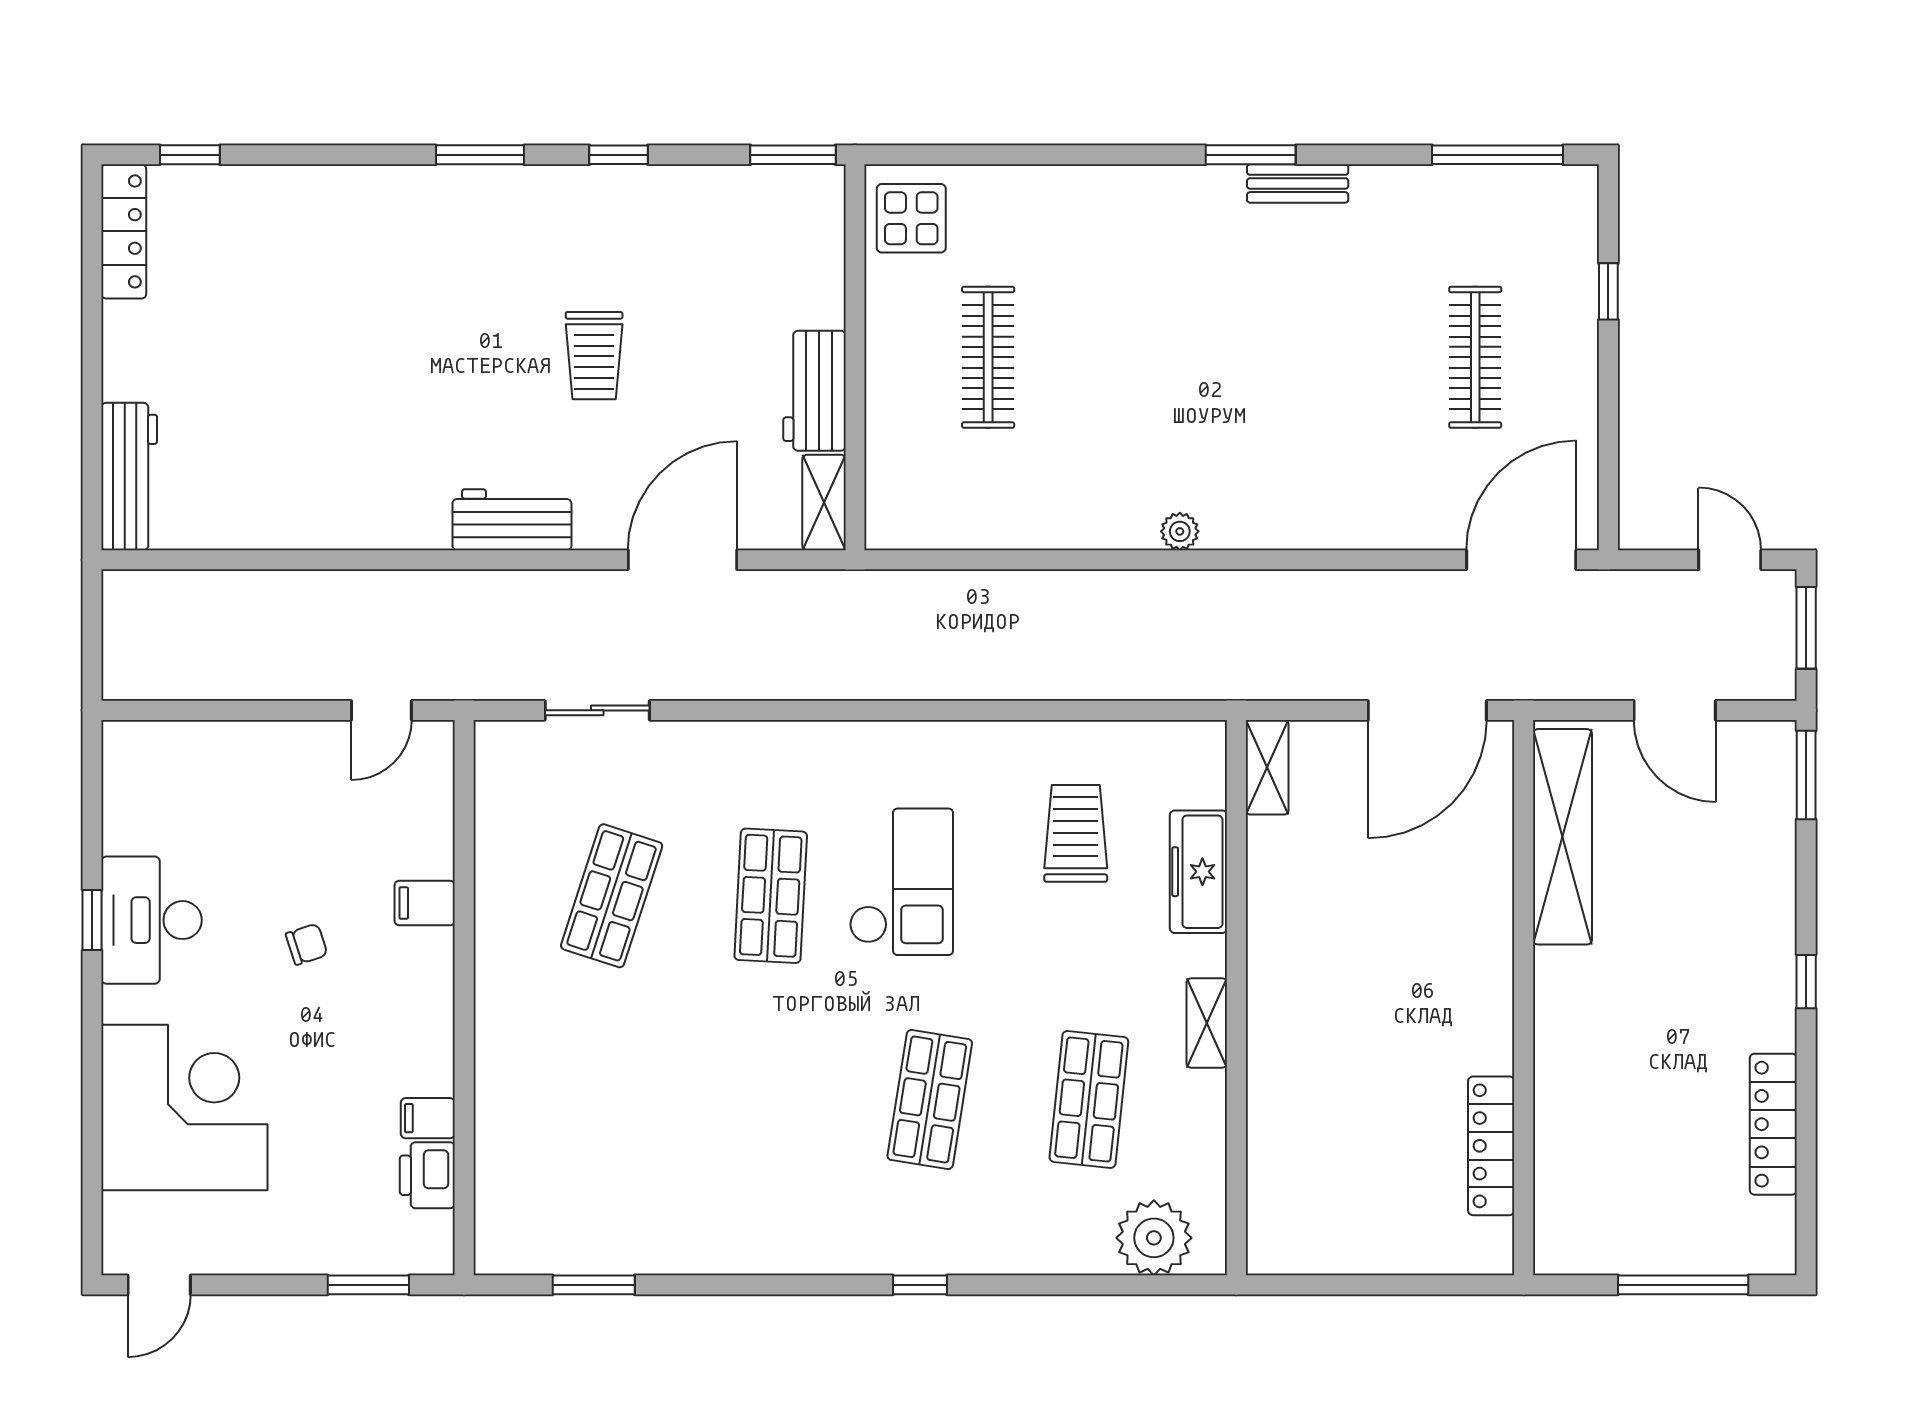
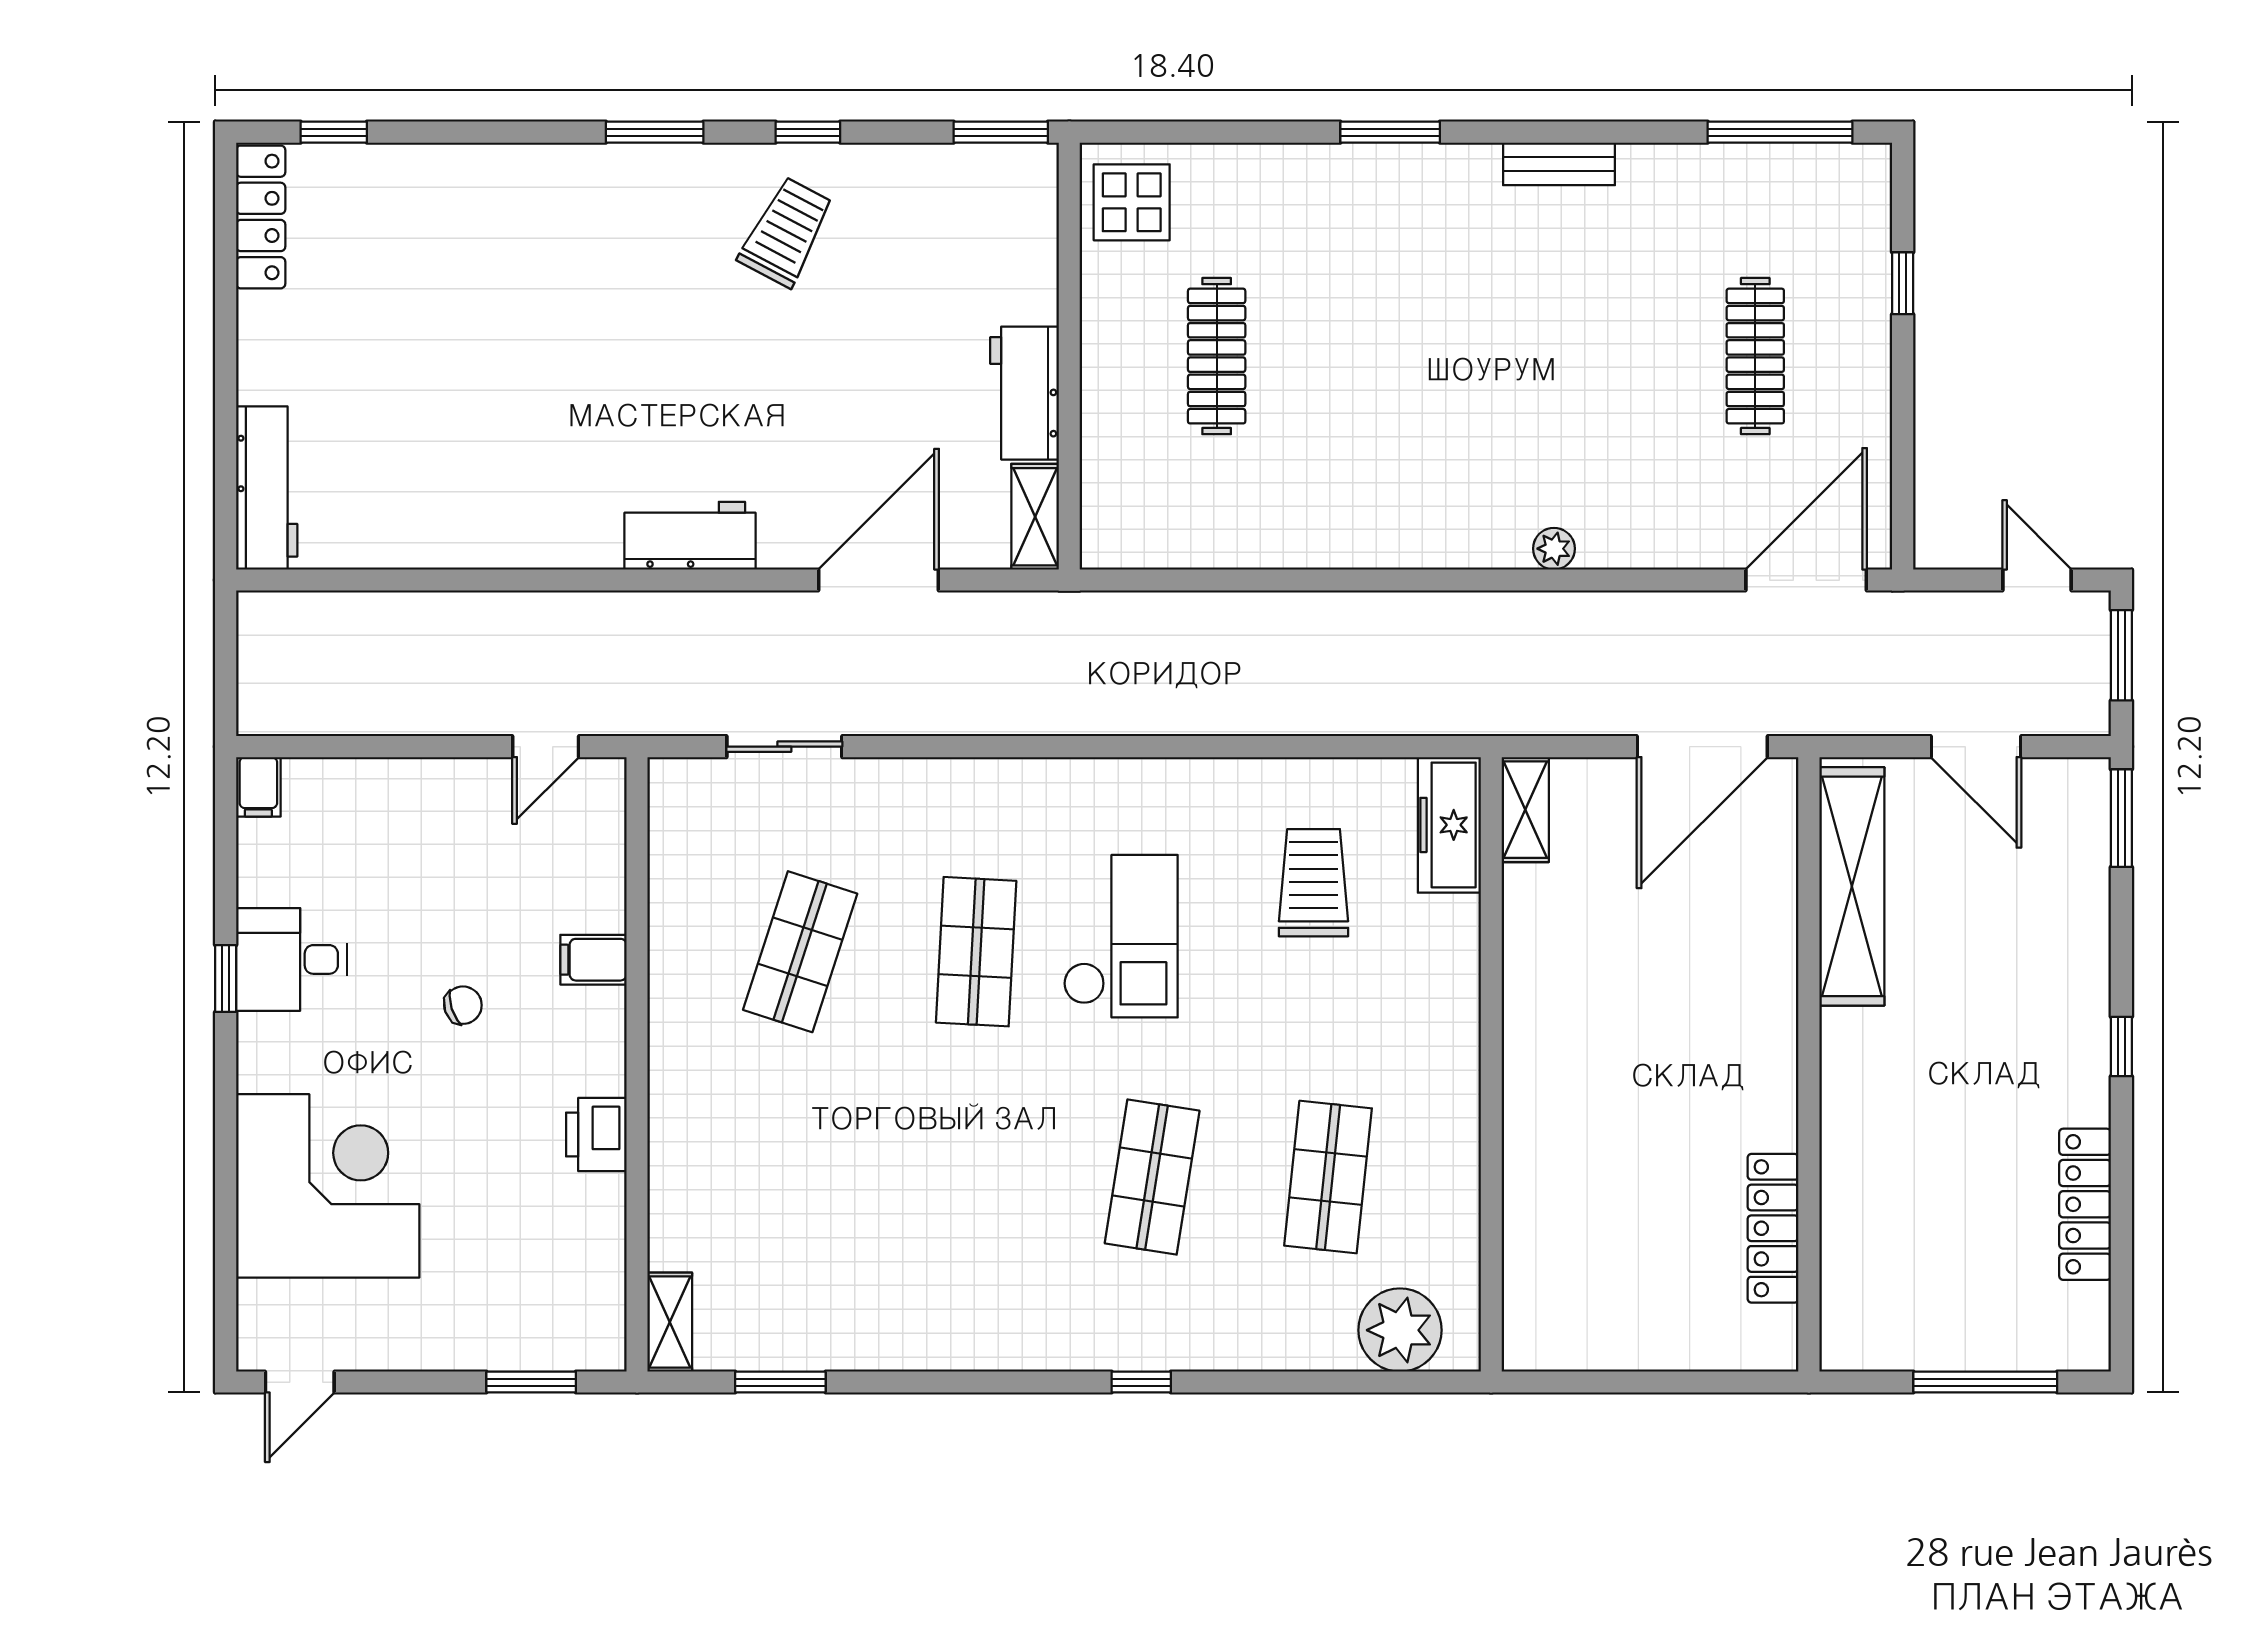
window: (1251, 155) -> (1390, 132), moved
trolley: (594, 356) -> (786, 232), moved, turned -152
plant: (1180, 531) -> (1554, 549), moved
freezer: (1198, 872) -> (1449, 825), moved
desk: (152, 920) -> (291, 959), width x0.73
shelving: (1207, 1023) -> (670, 1322), moved
filing cabinet: (428, 1118) -> (258, 787), moved, turned -90
printer: (427, 1175) -> (596, 1135), moved

